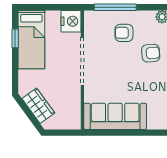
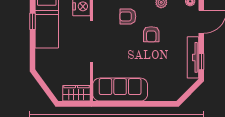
armchair: (151, 53) -> (151, 34), turned 95
wardrobe: (38, 106) -> (76, 93), moved, turned -54

